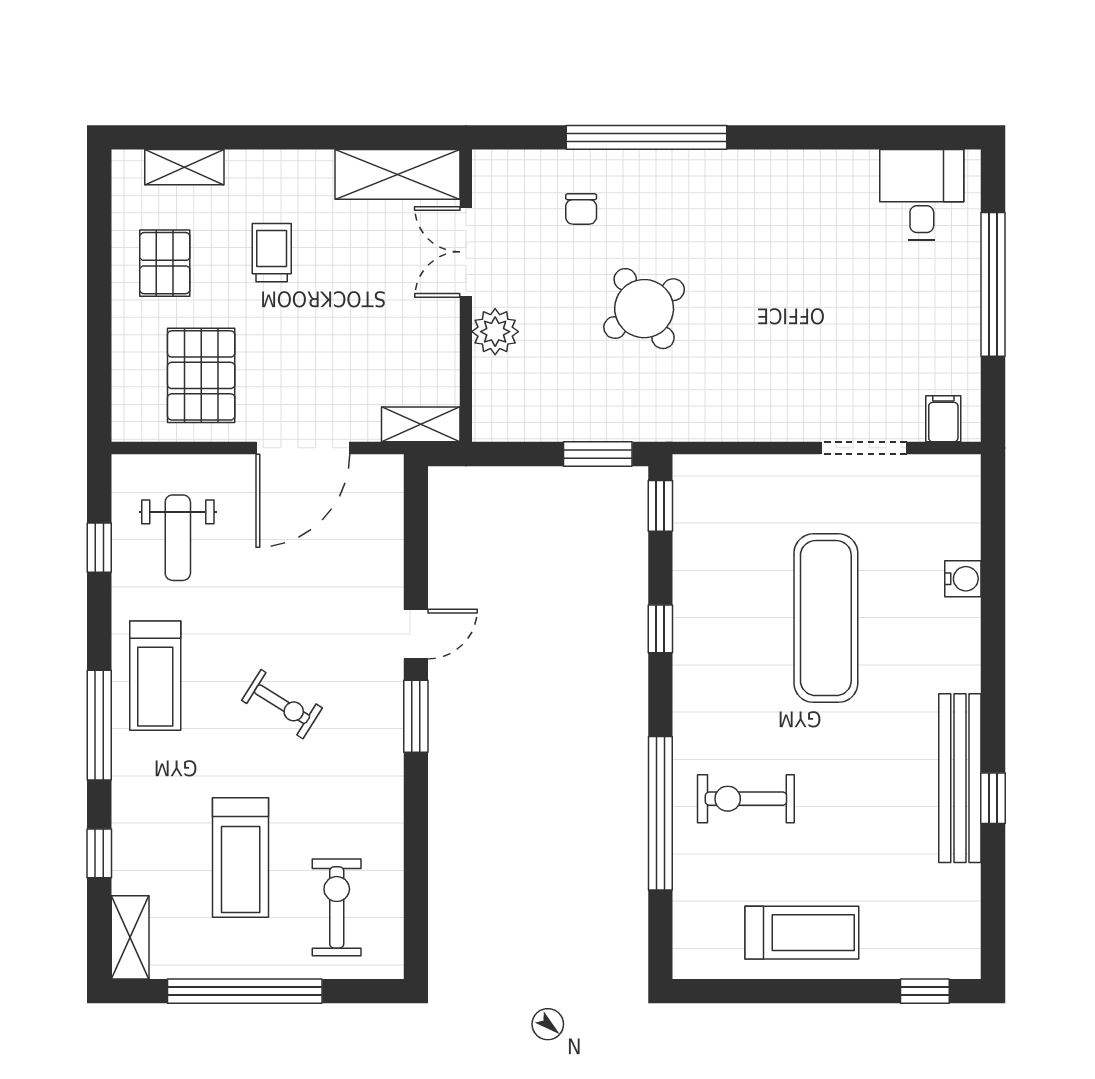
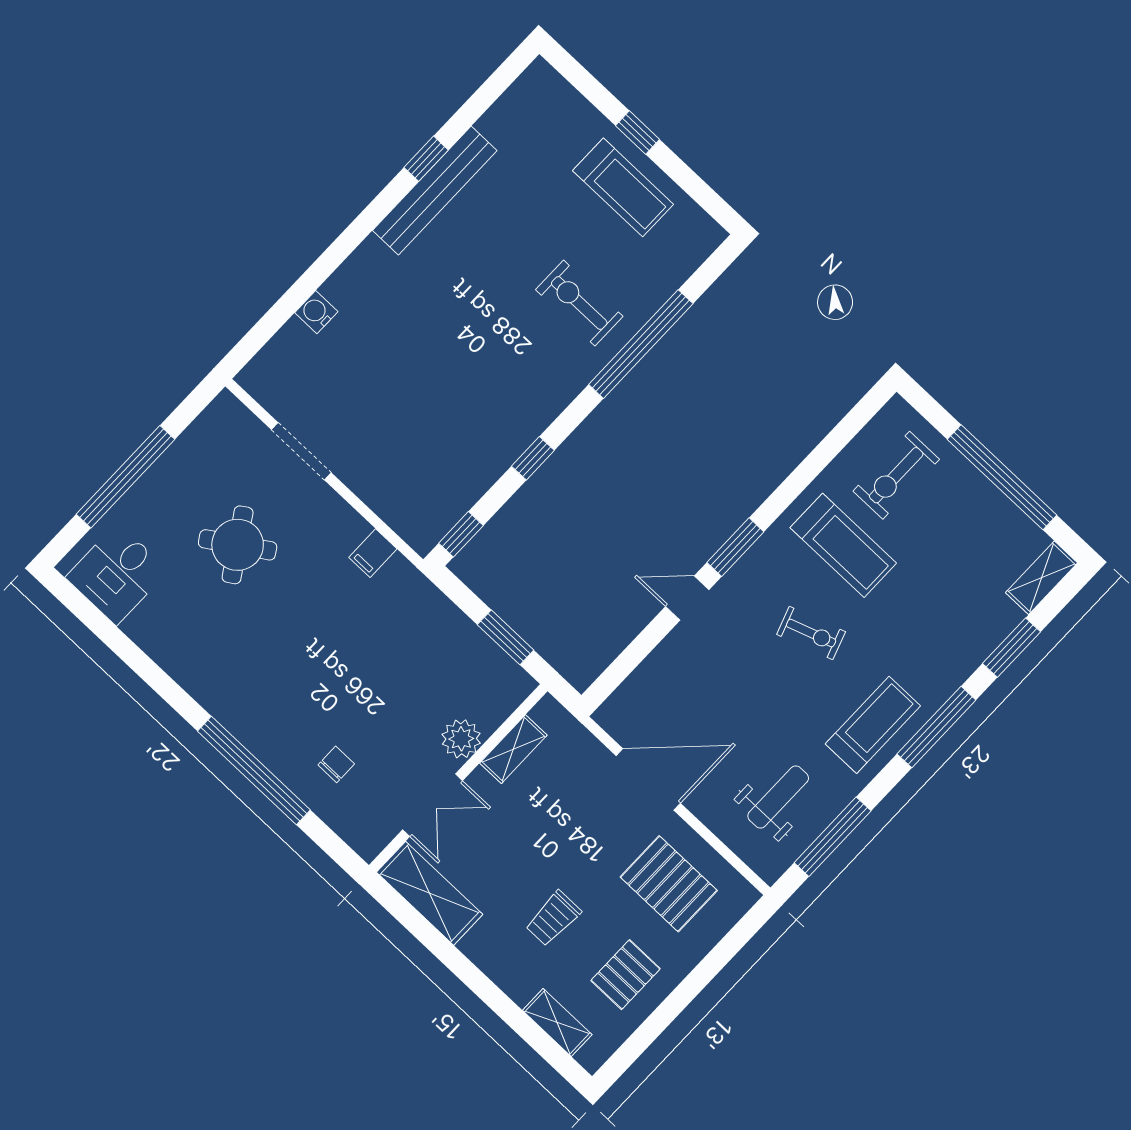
round table: (644, 309) -> (238, 545), moved
pallet: (201, 375) -> (669, 884), turned 90
filing cabinet: (943, 419) -> (373, 553), moved
shelving: (421, 424) -> (513, 749), moved, turned 90
window: (598, 454) -> (506, 637), moved
window: (99, 548) -> (833, 837), width x2.17
exercise mat: (826, 618) -> (424, 368), removed
exercise bike: (282, 704) -> (811, 633), turned 129
exercise bike: (746, 799) -> (579, 303), turned 180
window: (99, 853) -> (1011, 648), width x1.50
treadmill: (241, 857) -> (843, 545), moved, turned 90
treadmill: (802, 933) -> (623, 187), turned 180
window: (925, 991) -> (637, 133), moved

